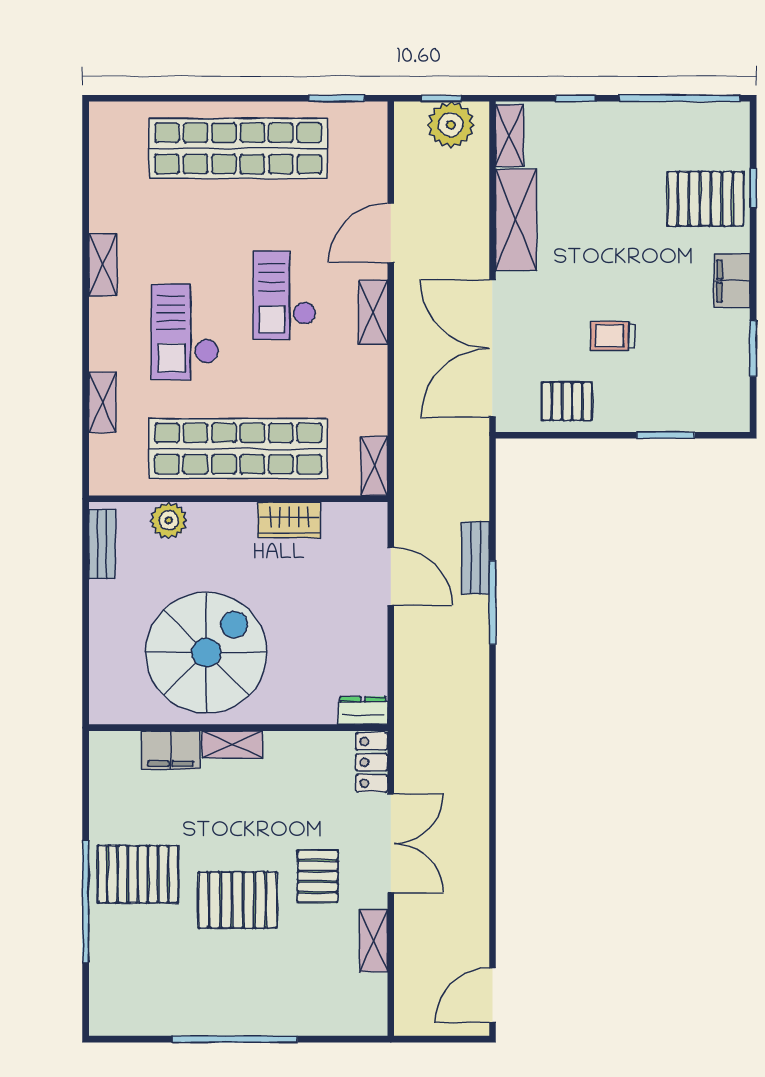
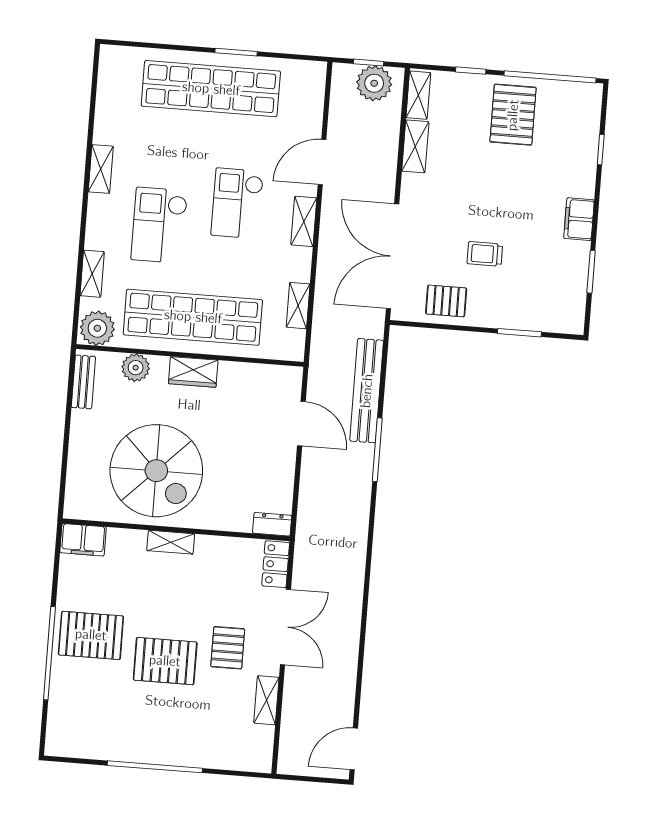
window: (337, 98) -> (236, 52), moved
pallet: (705, 199) -> (513, 115), moved, turned 90
shelving: (516, 220) -> (415, 146), width x0.67, depth x0.75
shelving: (374, 466) -> (298, 306), moved
plant: (115, 473) -> (97, 328), added
wardrobe: (289, 520) -> (193, 372), moved
bench: (475, 558) -> (367, 391), width x1.86, depth x1.21
spiral stairs: (206, 653) -> (156, 471), turned 90
filing cabinet: (171, 750) -> (83, 540), moved

